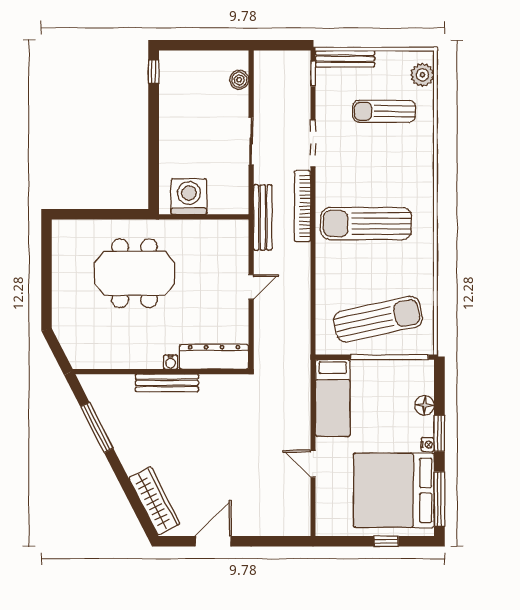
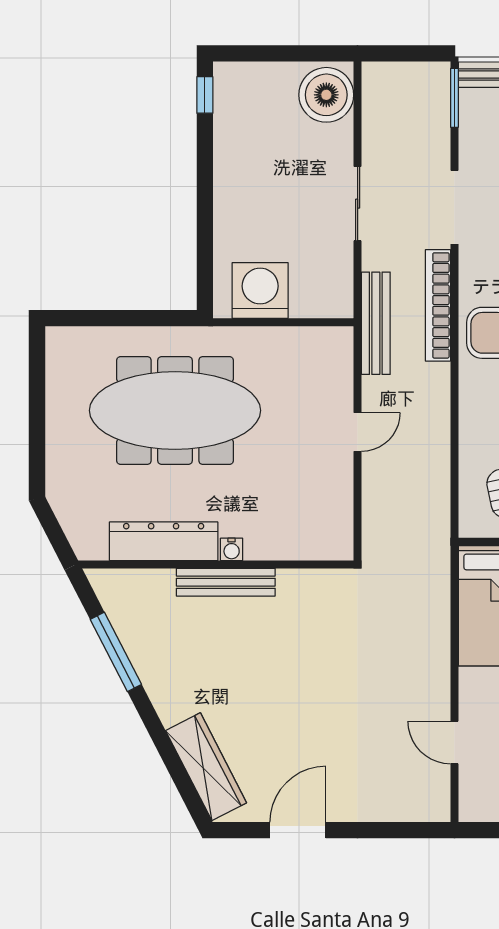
window: (313, 74) -> (454, 98), width x1.50
boiler: (239, 80) -> (326, 95), width x1.86, depth x1.86
meeting table: (135, 273) -> (175, 410), width x1.36
dresser: (214, 357) -> (164, 541), moved
door: (313, 464) -> (454, 743), moved

